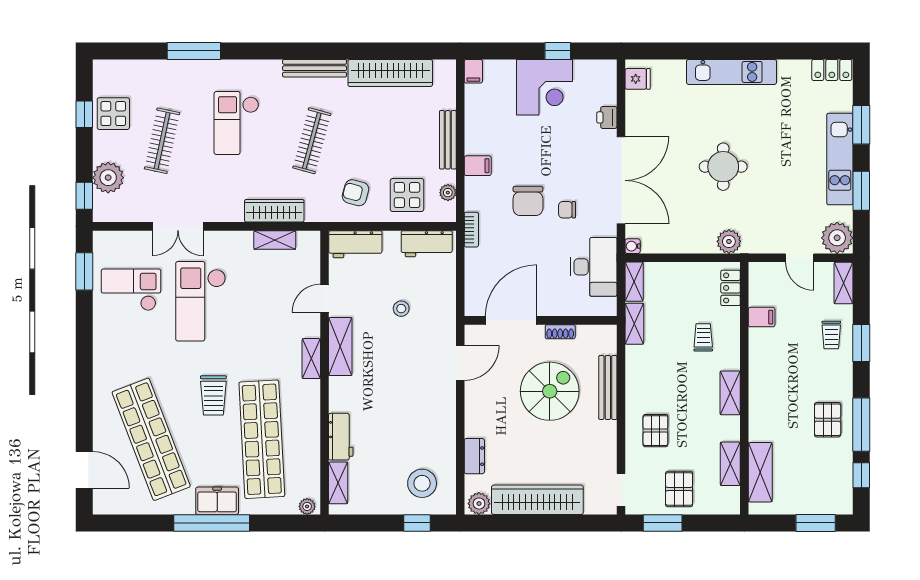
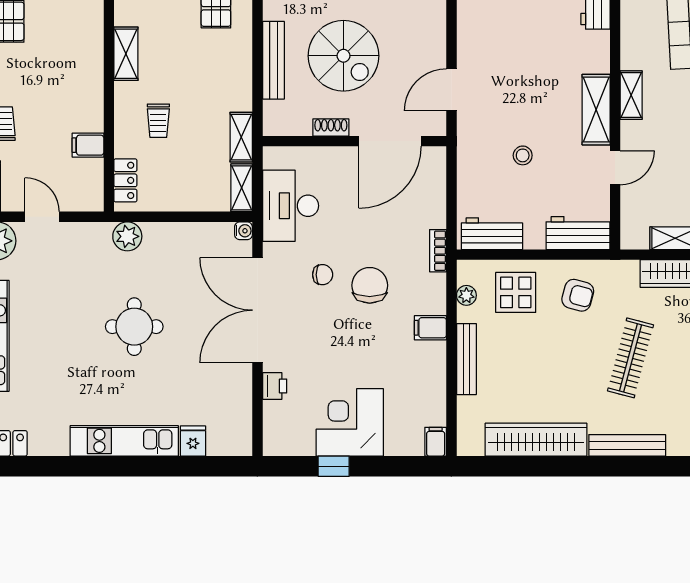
fridge: (638, 79) -> (193, 441), moved, turned 90
spiral stairs: (550, 391) -> (343, 56), turned -90

